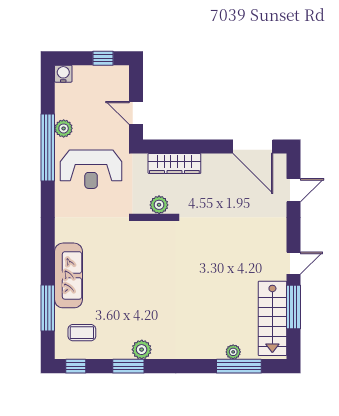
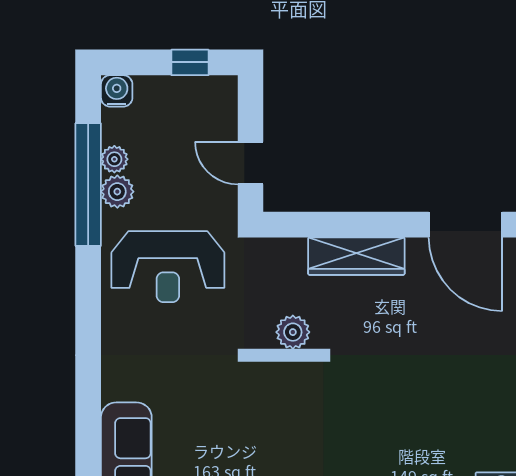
plant: (62, 111) -> (114, 159), added
window: (48, 147) -> (88, 185), moved
wardrobe: (174, 163) -> (356, 256), moved

